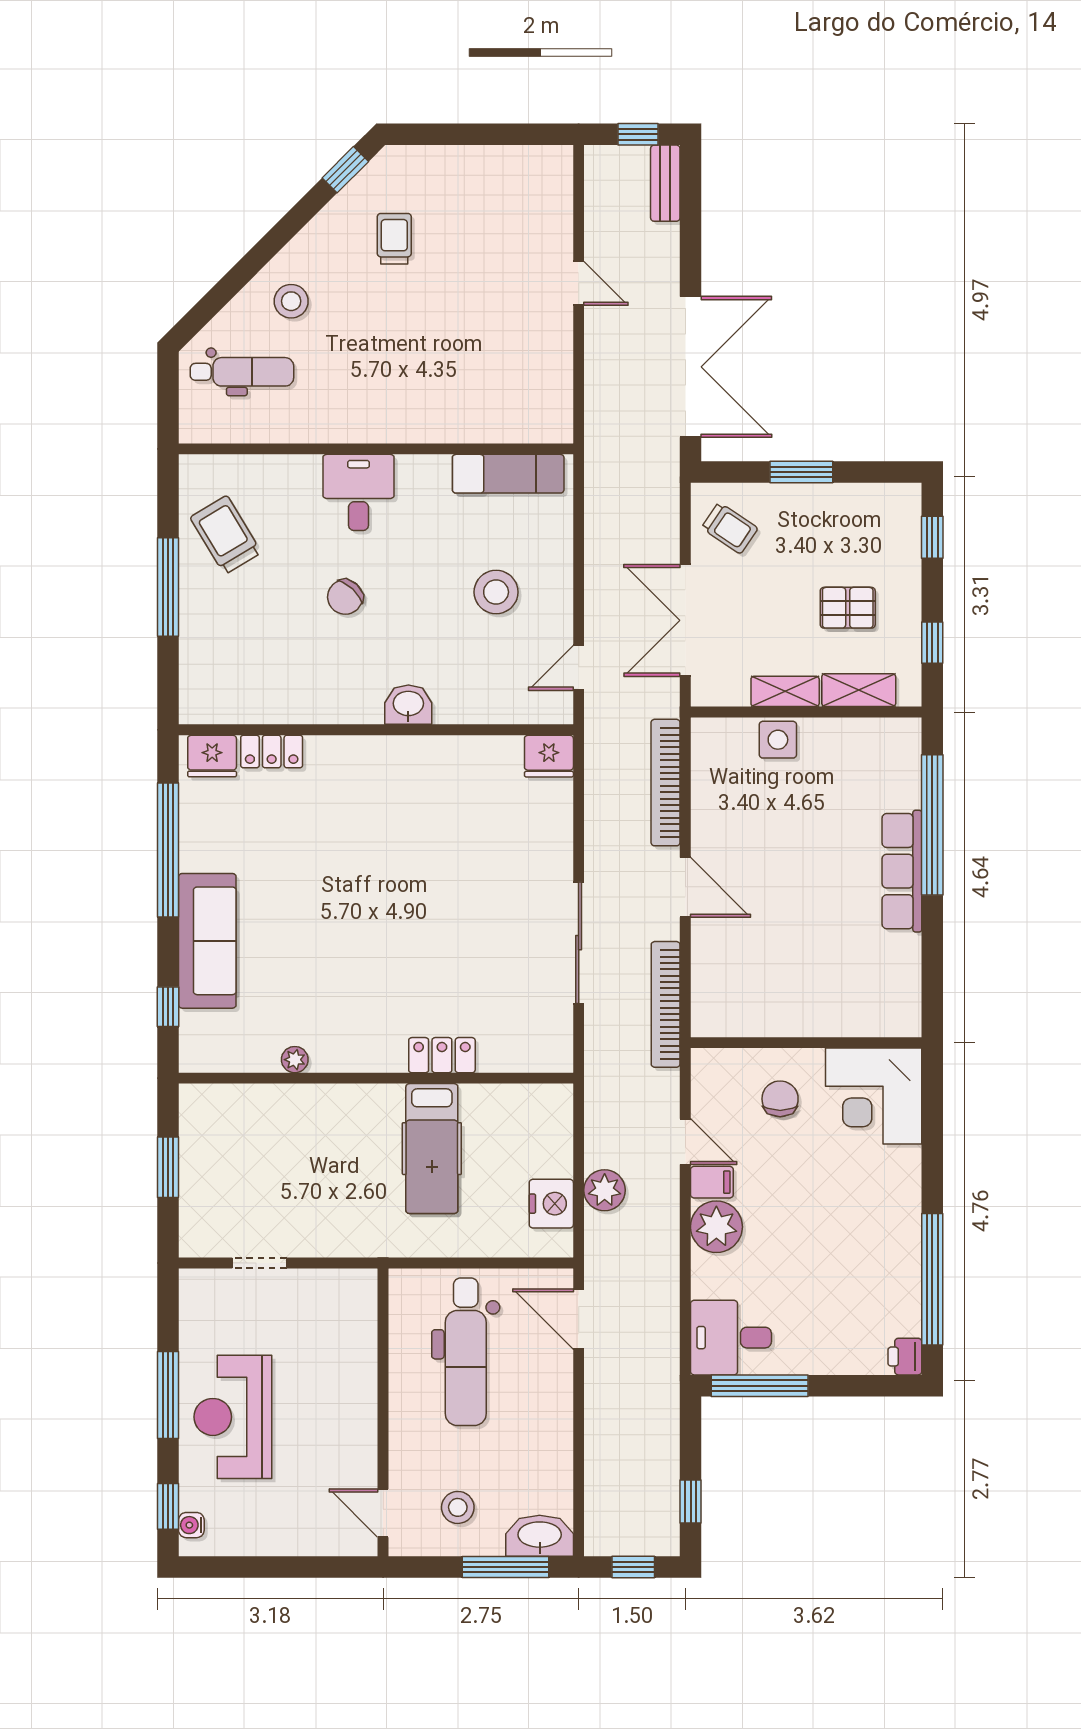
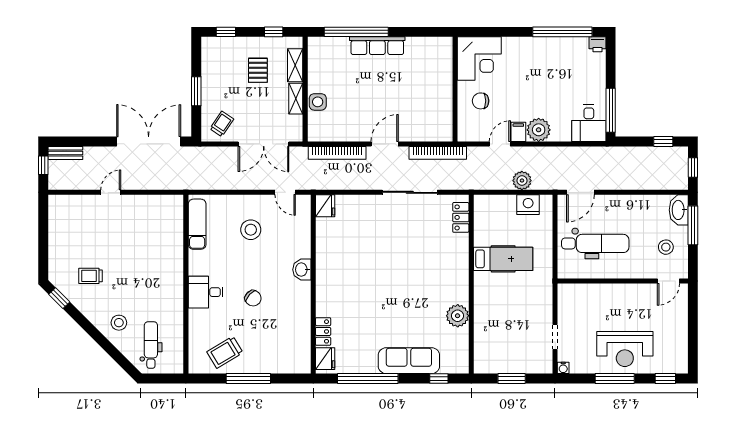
locker: (442, 1055) -> (461, 217), moved
plant: (295, 1060) -> (458, 316), width x1.88, depth x1.88
water cooler: (191, 1525) -> (563, 368), moved

